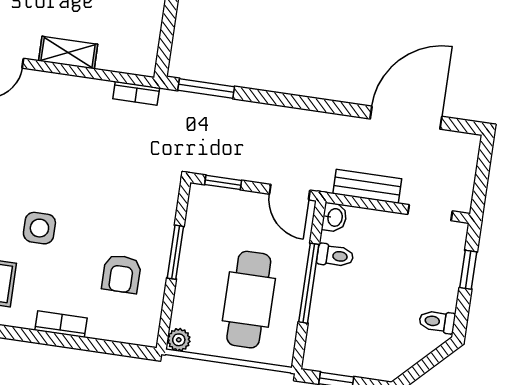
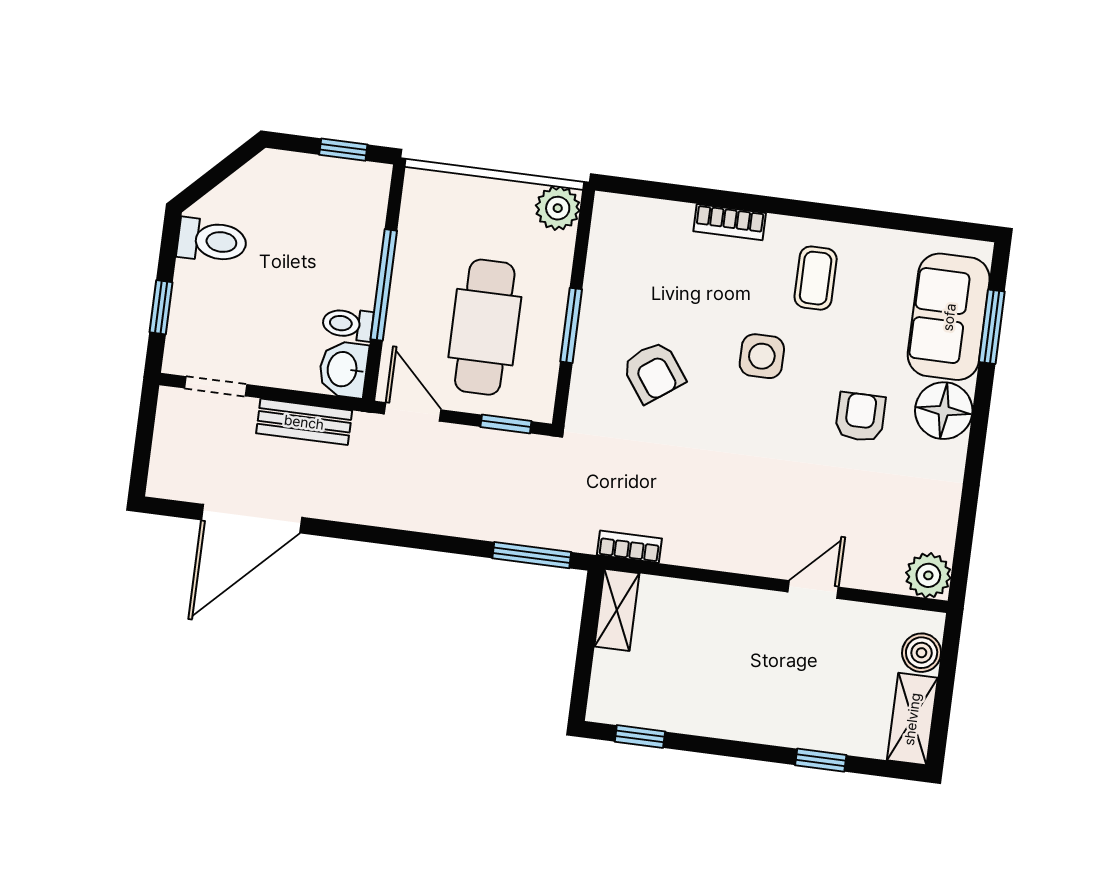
shelving: (68, 53) -> (617, 610), moved, turned 90
washbasin: (334, 217) -> (343, 369), width x1.38, depth x1.45
armchair: (121, 274) -> (654, 372), moved, turned 144
cafe table: (249, 300) -> (485, 327), moved
toilet: (437, 322) -> (212, 241), width x1.37, depth x1.39
plant: (179, 340) -> (558, 208), width x1.38, depth x1.38

